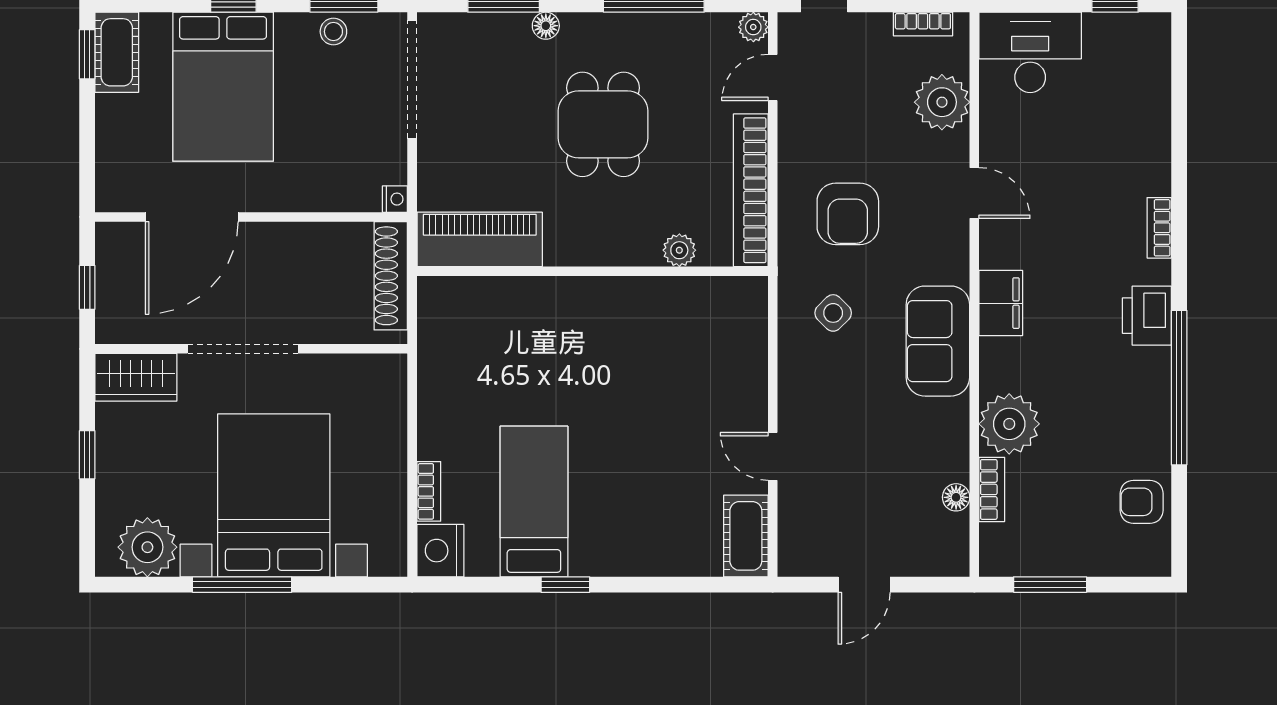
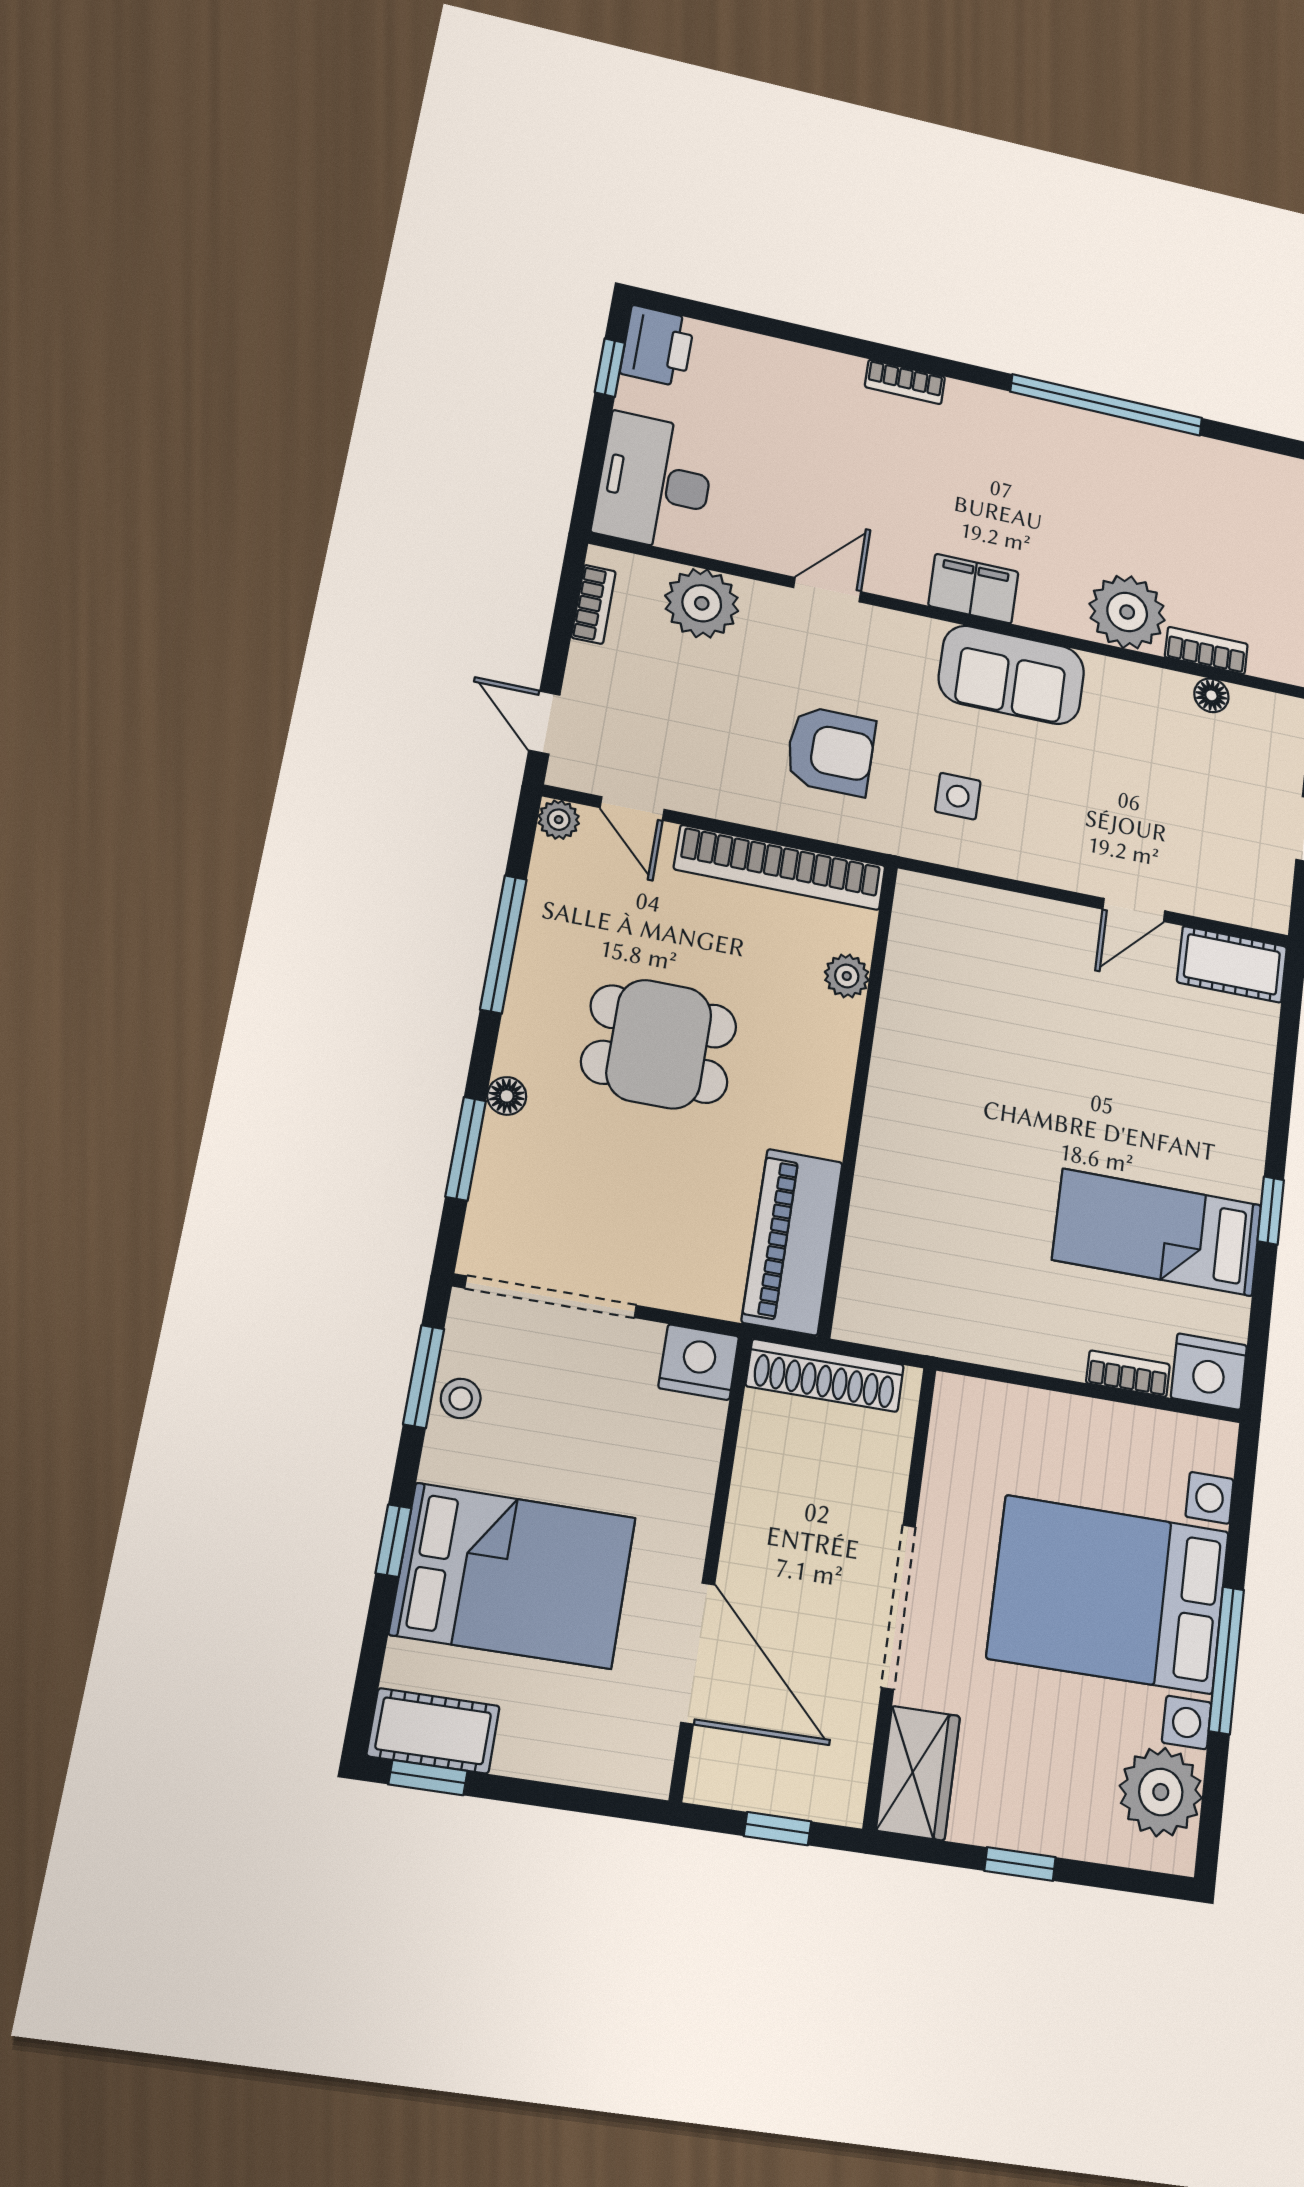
nightstand: (395, 199) -> (699, 1362), width x1.89, depth x1.79
side table: (833, 313) -> (958, 796), turned 45
printer: (1147, 316) -> (657, 346), moved, turned -90
armchair: (1142, 502) -> (1241, 480), removed

